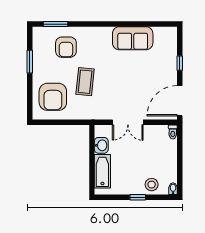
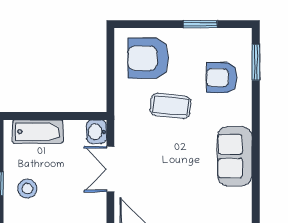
sofa: (133, 38) -> (235, 156), moved
washbasin: (101, 145) -> (97, 132), moved, turned 90
stool: (152, 185) -> (27, 189), moved

